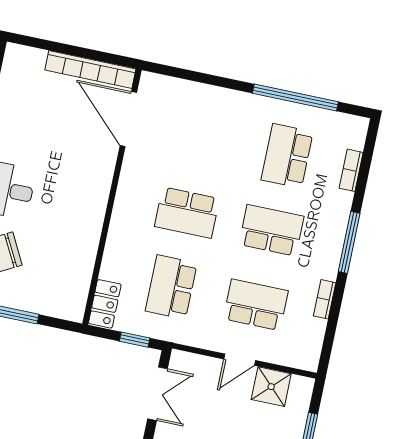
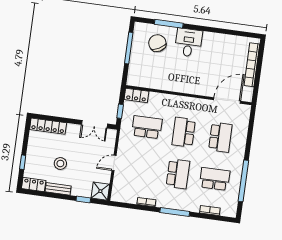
bookcase: (90, 69) -> (252, 65), moved
school desk: (256, 305) -> (220, 137), moved
door: (240, 360) -> (114, 163), hinge flipped
shower: (271, 387) -> (100, 191), moved

